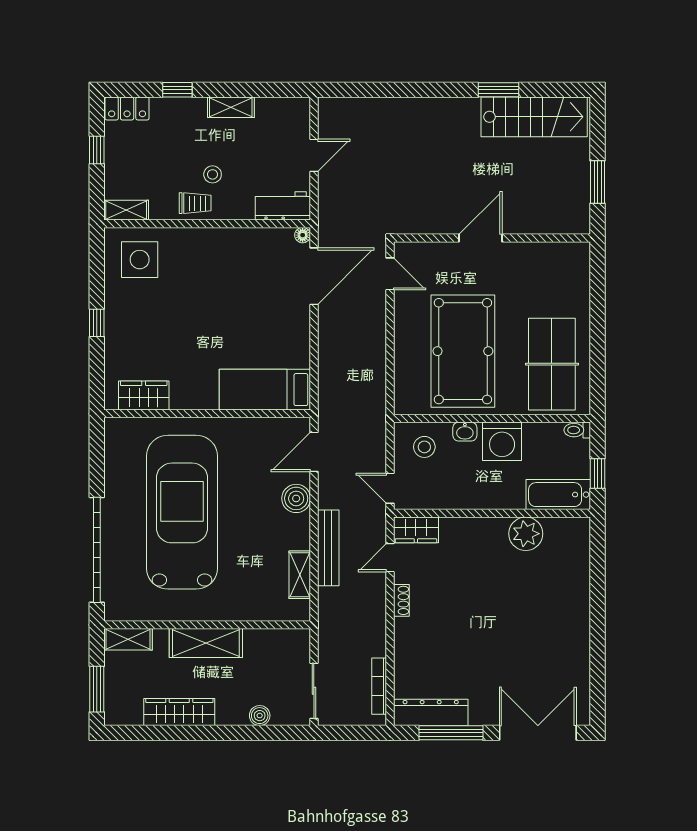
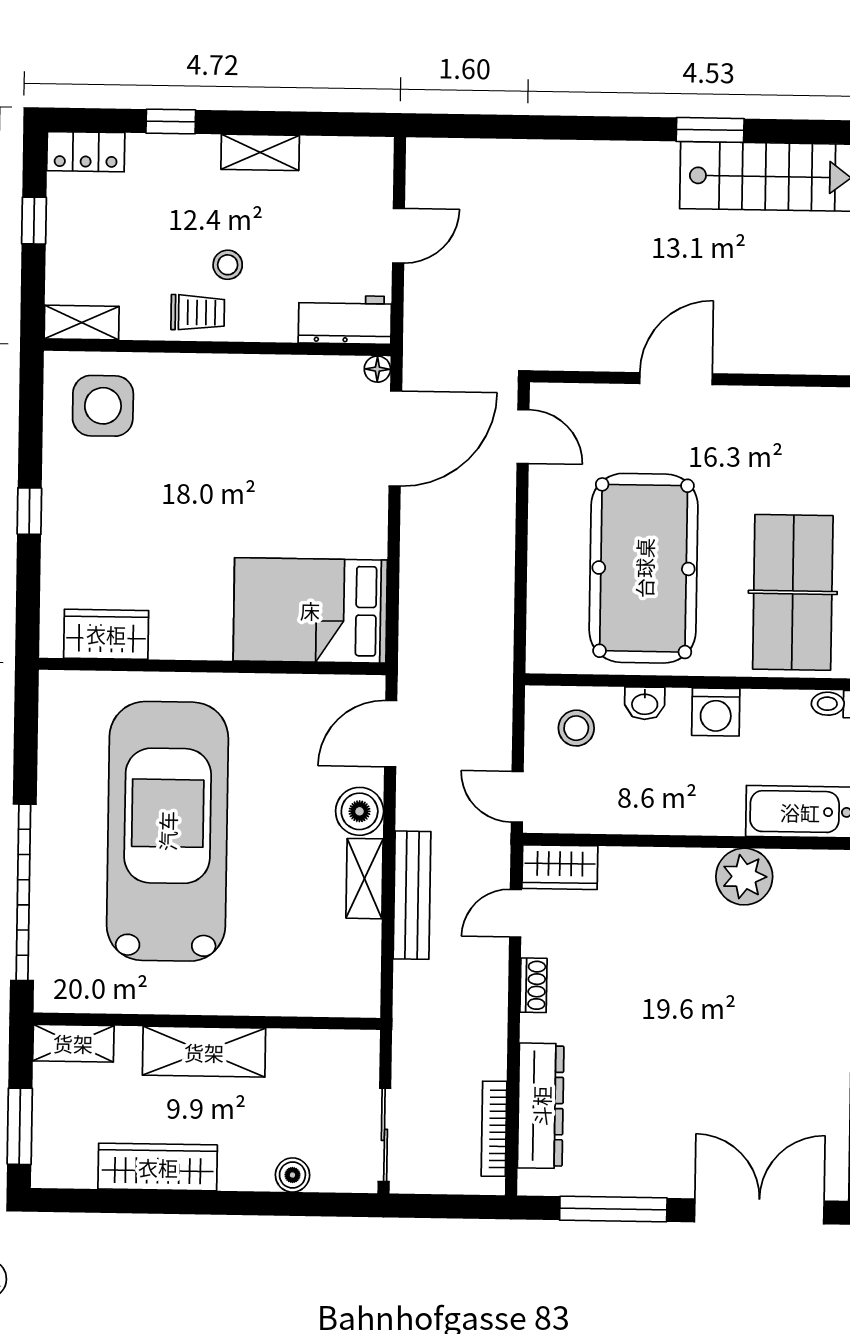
bed: (265, 390) -> (310, 610), width x1.50
washing machine: (502, 441) -> (716, 712), width x0.73, depth x0.73
shelving: (300, 575) -> (364, 879), moved
dresser: (431, 712) -> (541, 1106), moved, turned 90

